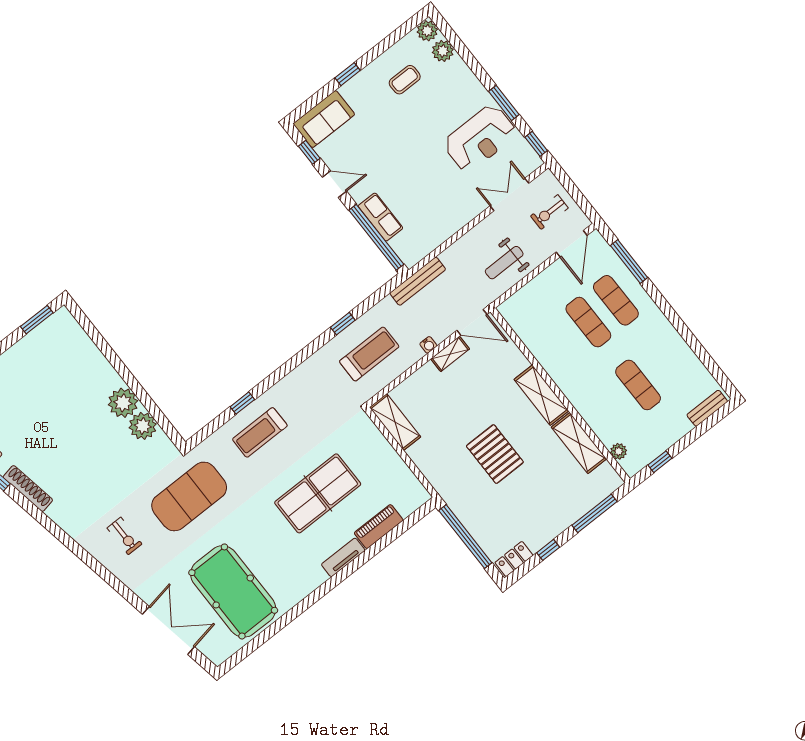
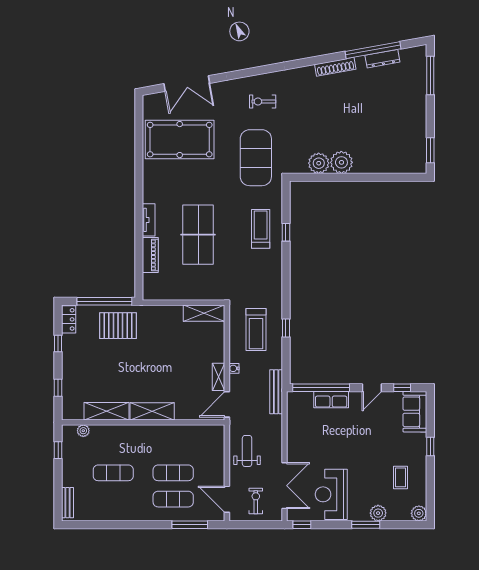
plant: (443, 51) -> (378, 513), moved
window: (504, 103) -> (366, 525), moved
double door: (509, 195) -> (285, 486), width x1.37
pallet: (495, 454) -> (118, 326), moved
window: (594, 513) -> (58, 388), width x0.46

